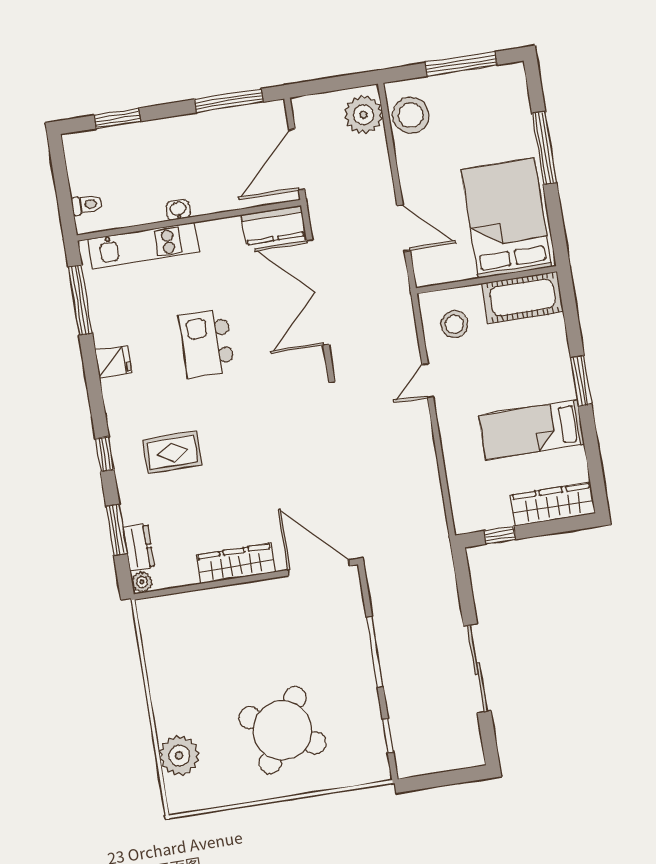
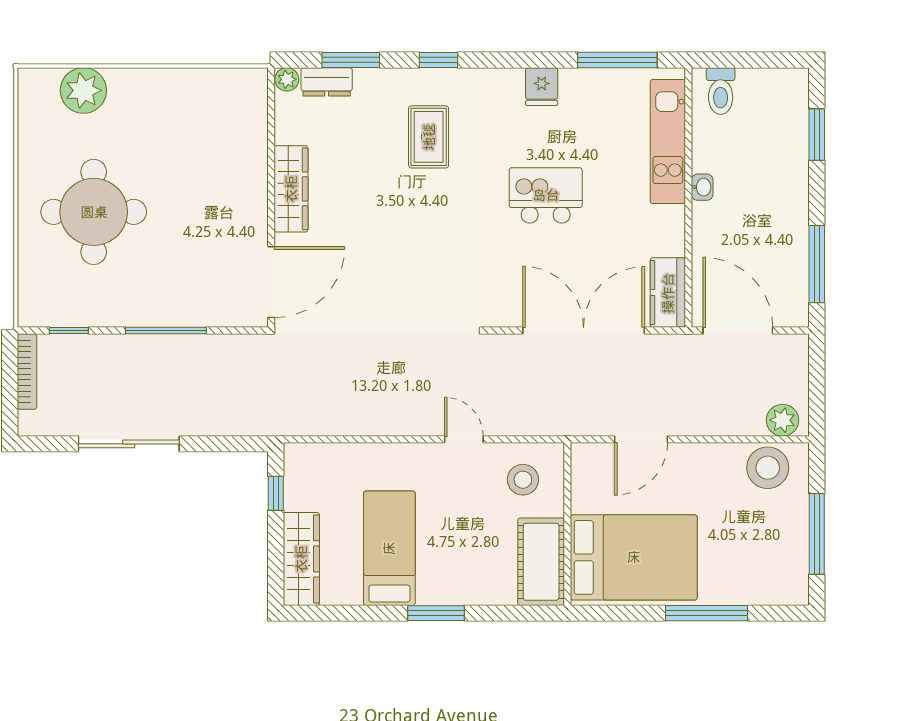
plant: (364, 115) -> (783, 420), width x0.73, depth x0.73
toilet: (87, 205) -> (721, 91), width x1.37, depth x1.39
round table: (282, 730) -> (94, 212), turned -30
bookcase: (429, 766) -> (27, 371), added

